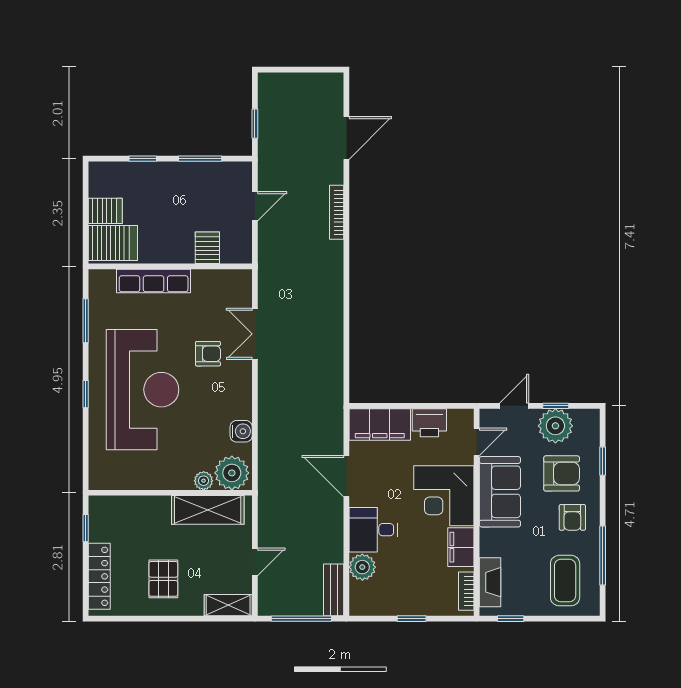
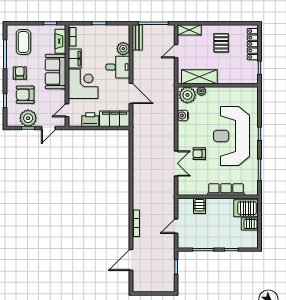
sofa: (500, 492) -> (56, 72), moved

